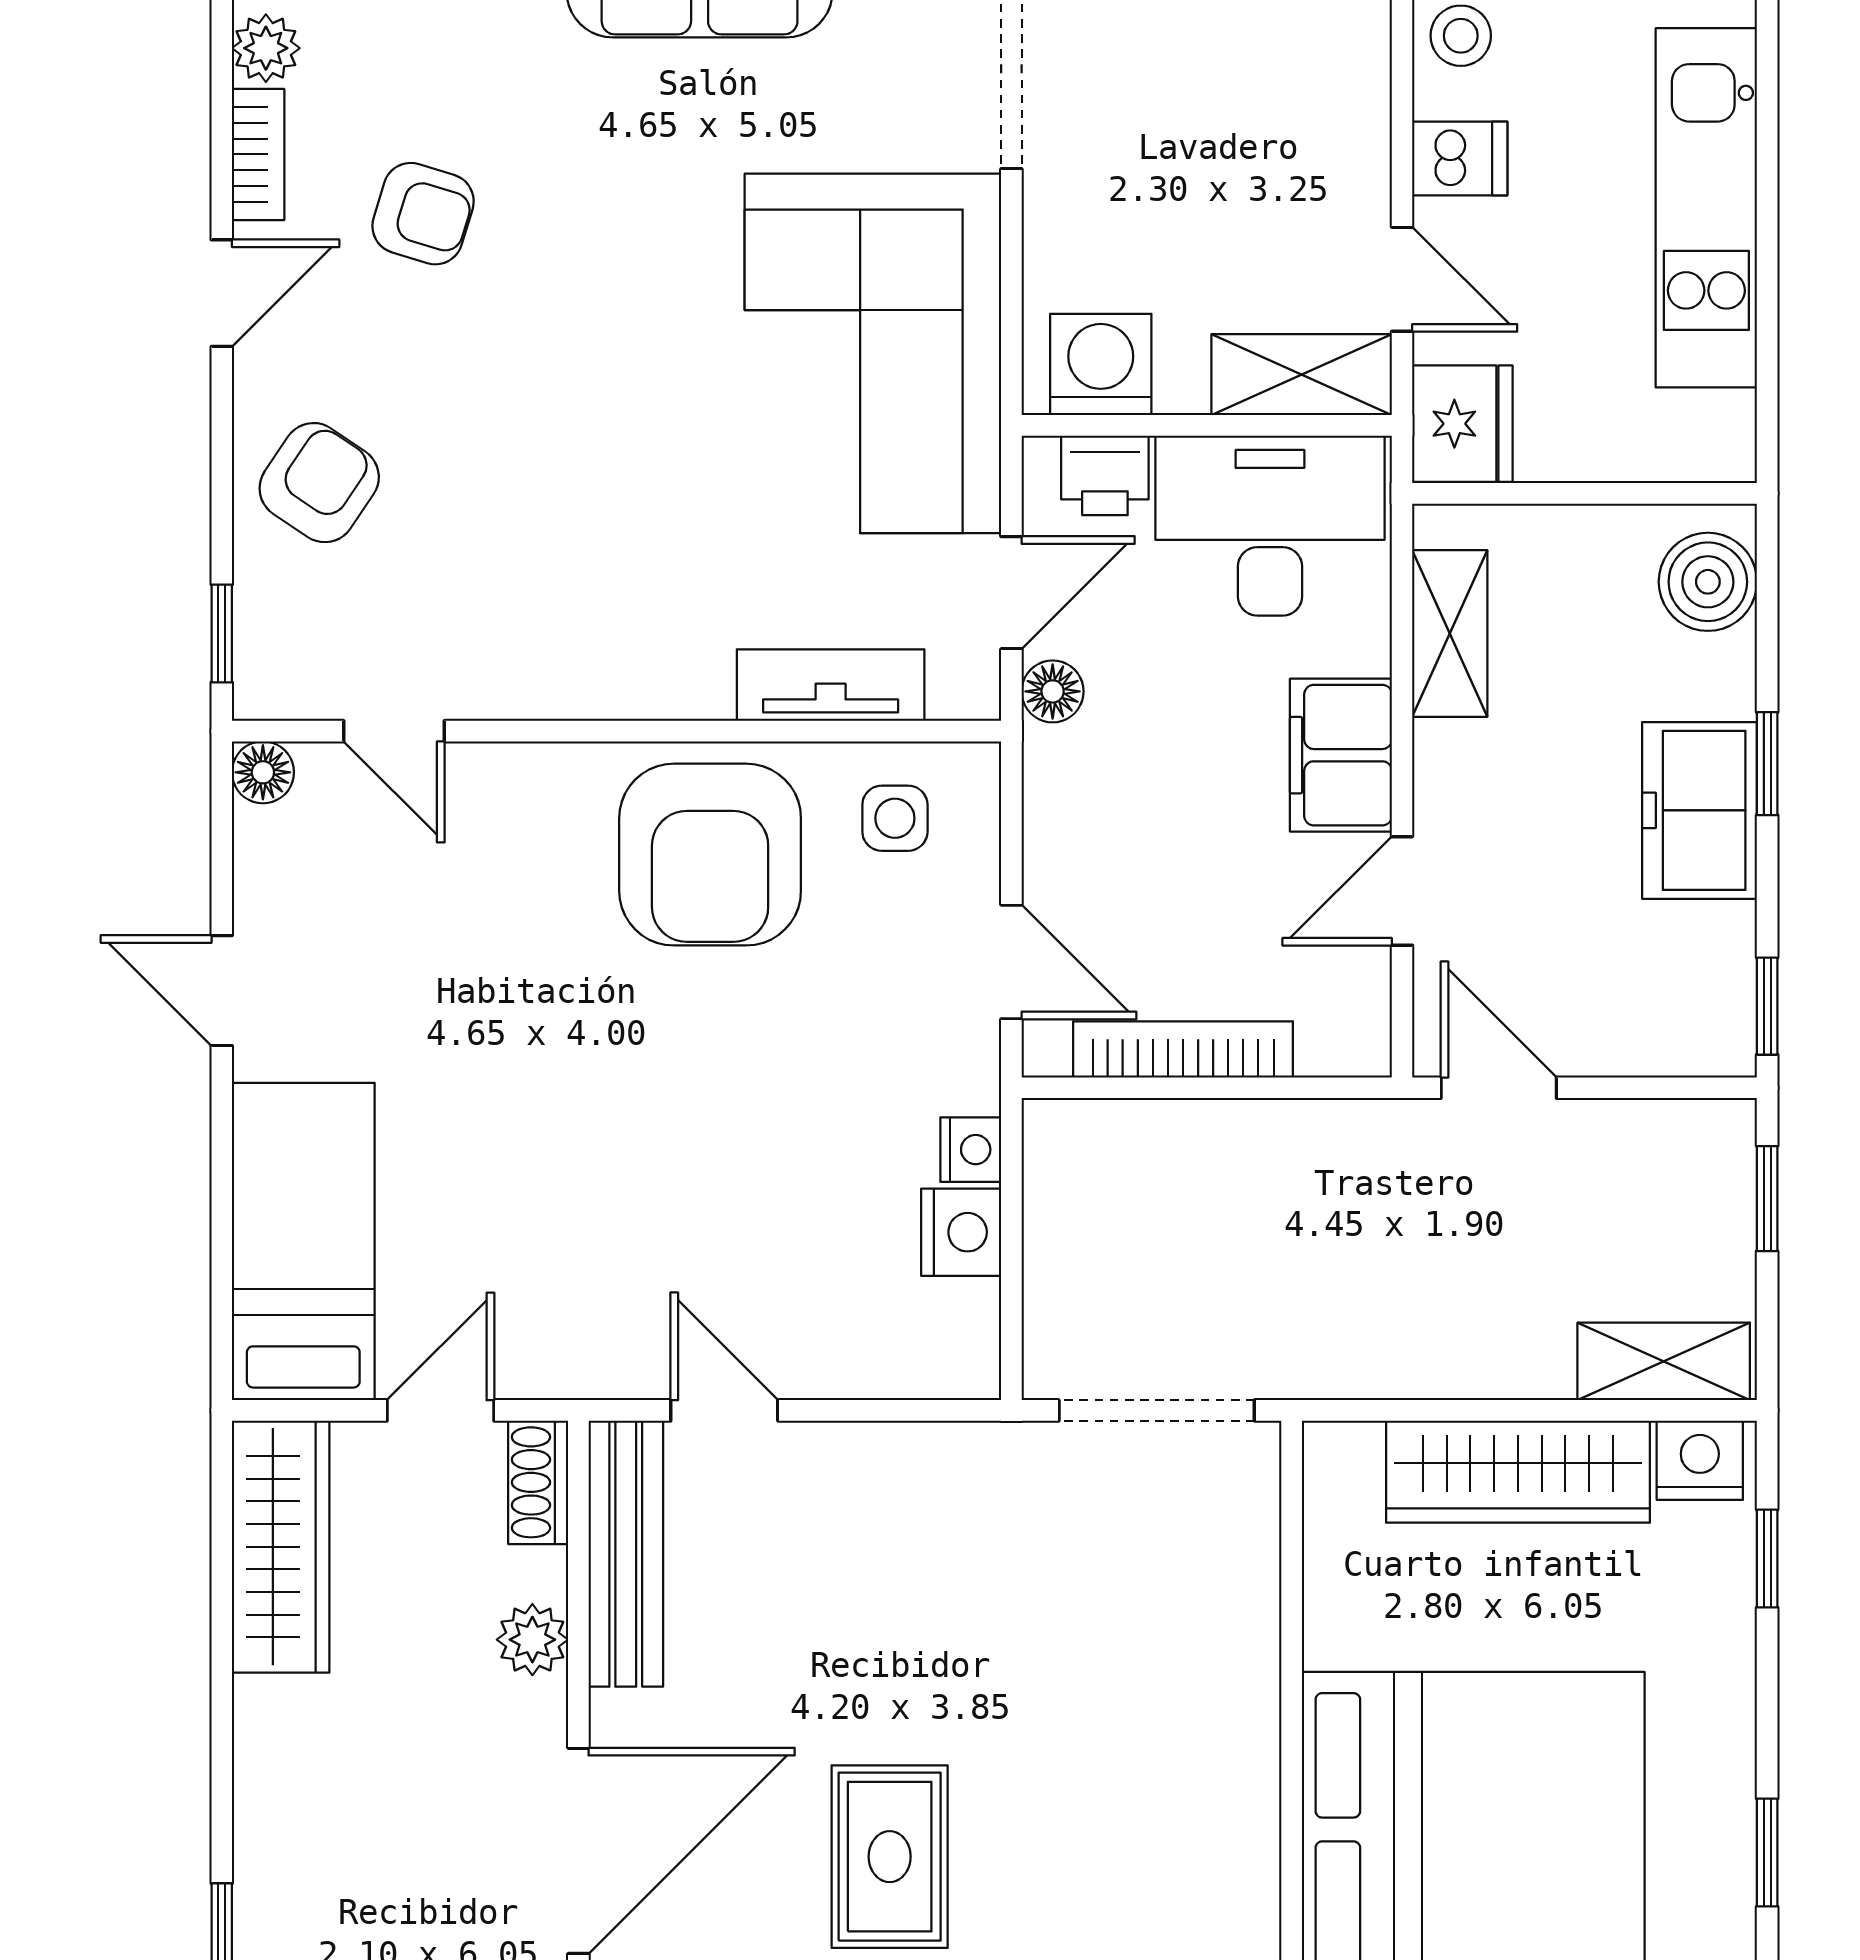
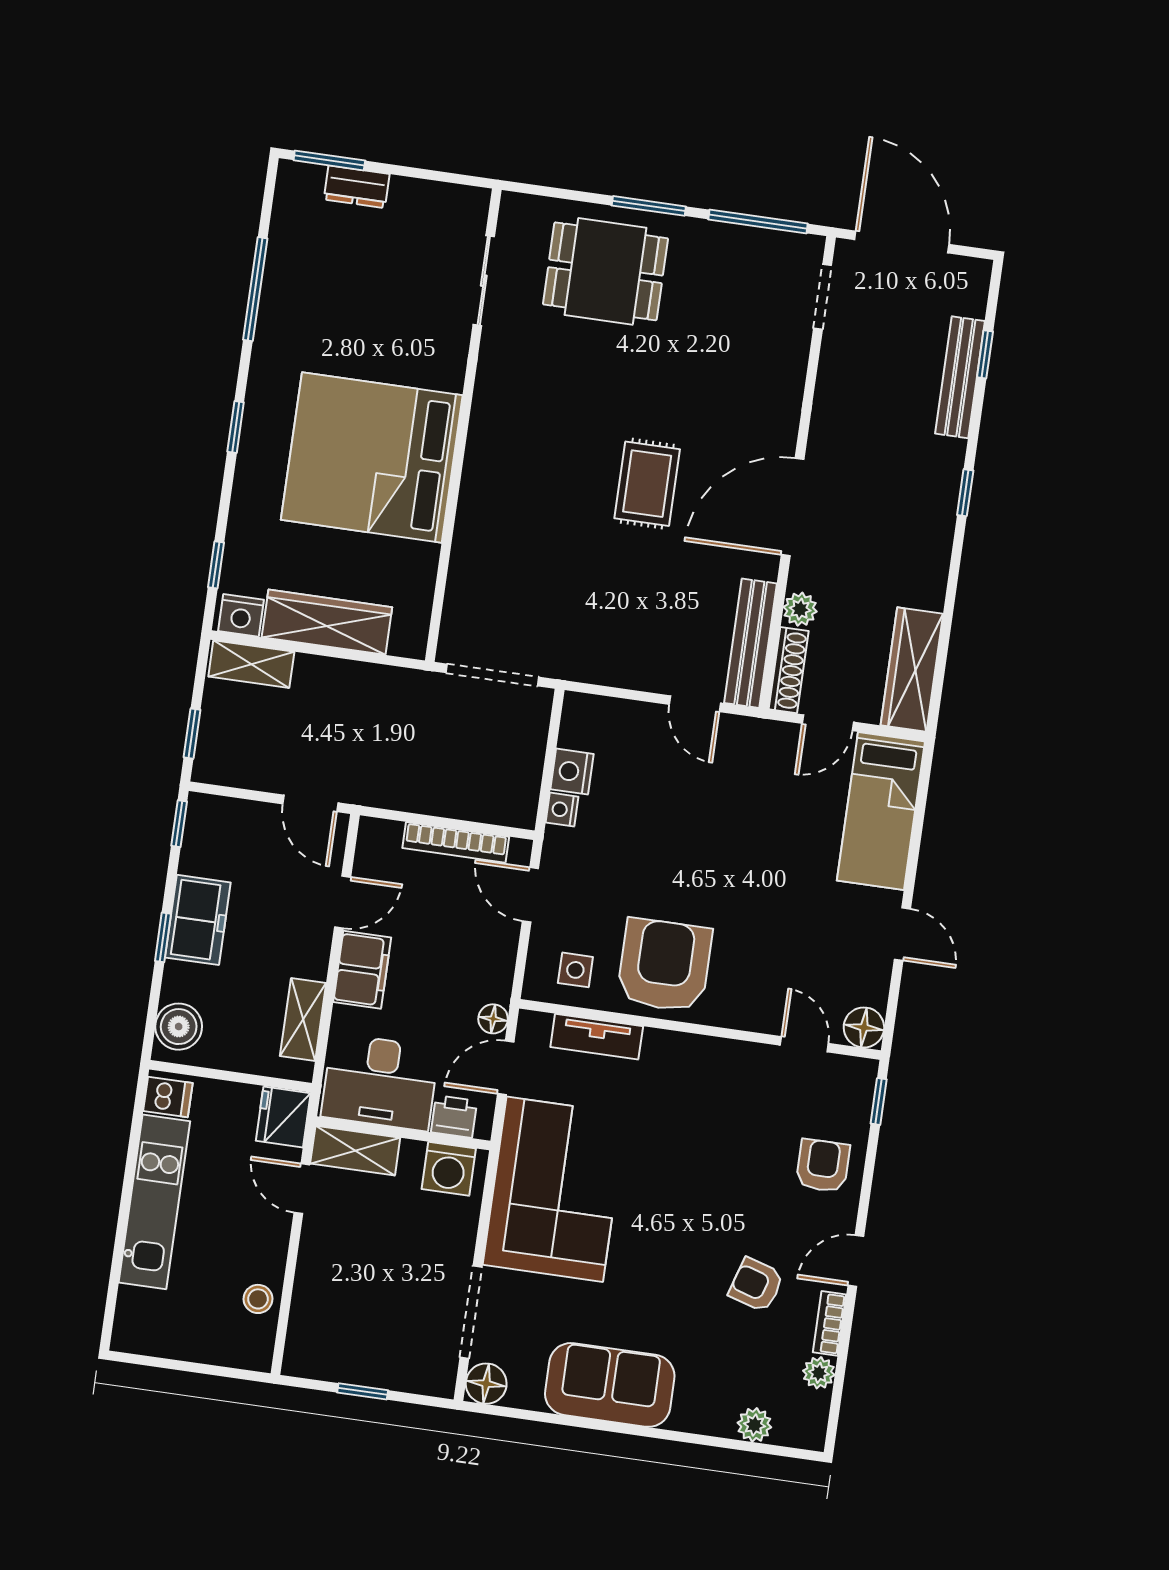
dishwasher: (1460, 159) -> (168, 1097), moved, turned 180
armchair: (319, 483) -> (823, 1166), turned 146
floor lamp: (263, 772) -> (864, 1027), width x1.37, depth x1.37
shoe rack: (538, 1482) -> (789, 670), width x1.43

